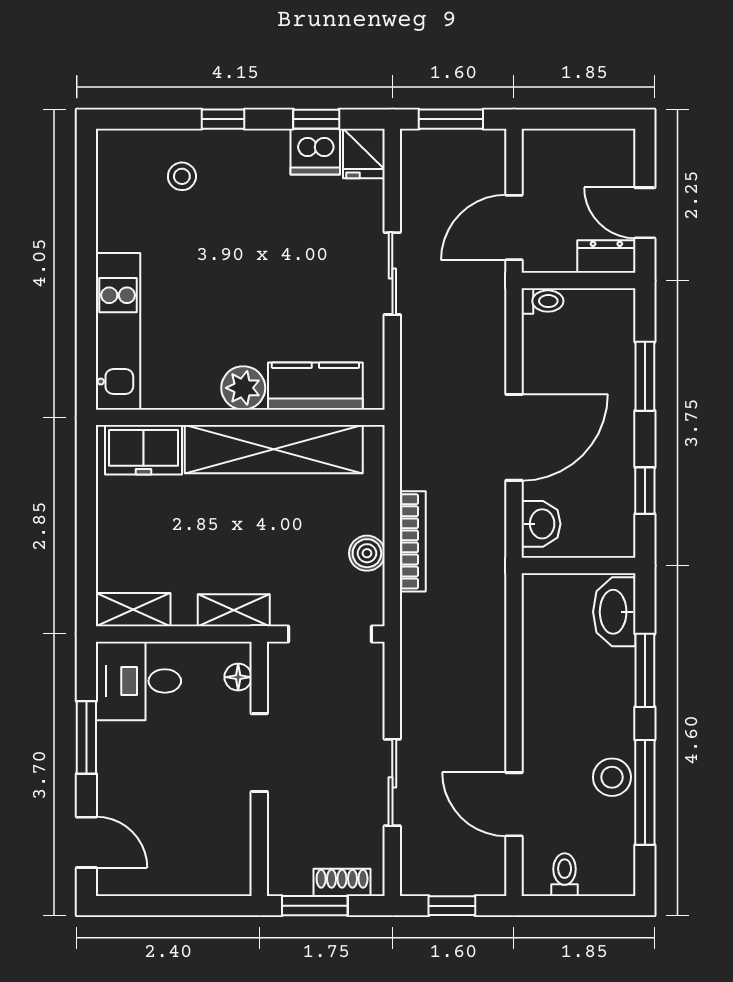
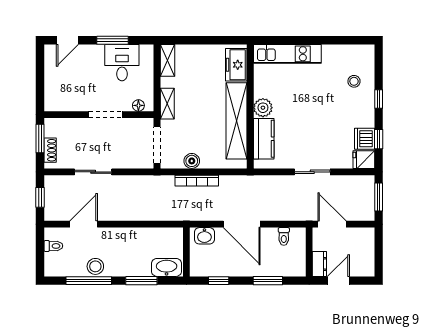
toilet: (542, 301) -> (284, 236), moved
desk: (138, 681) -> (122, 63), moved

